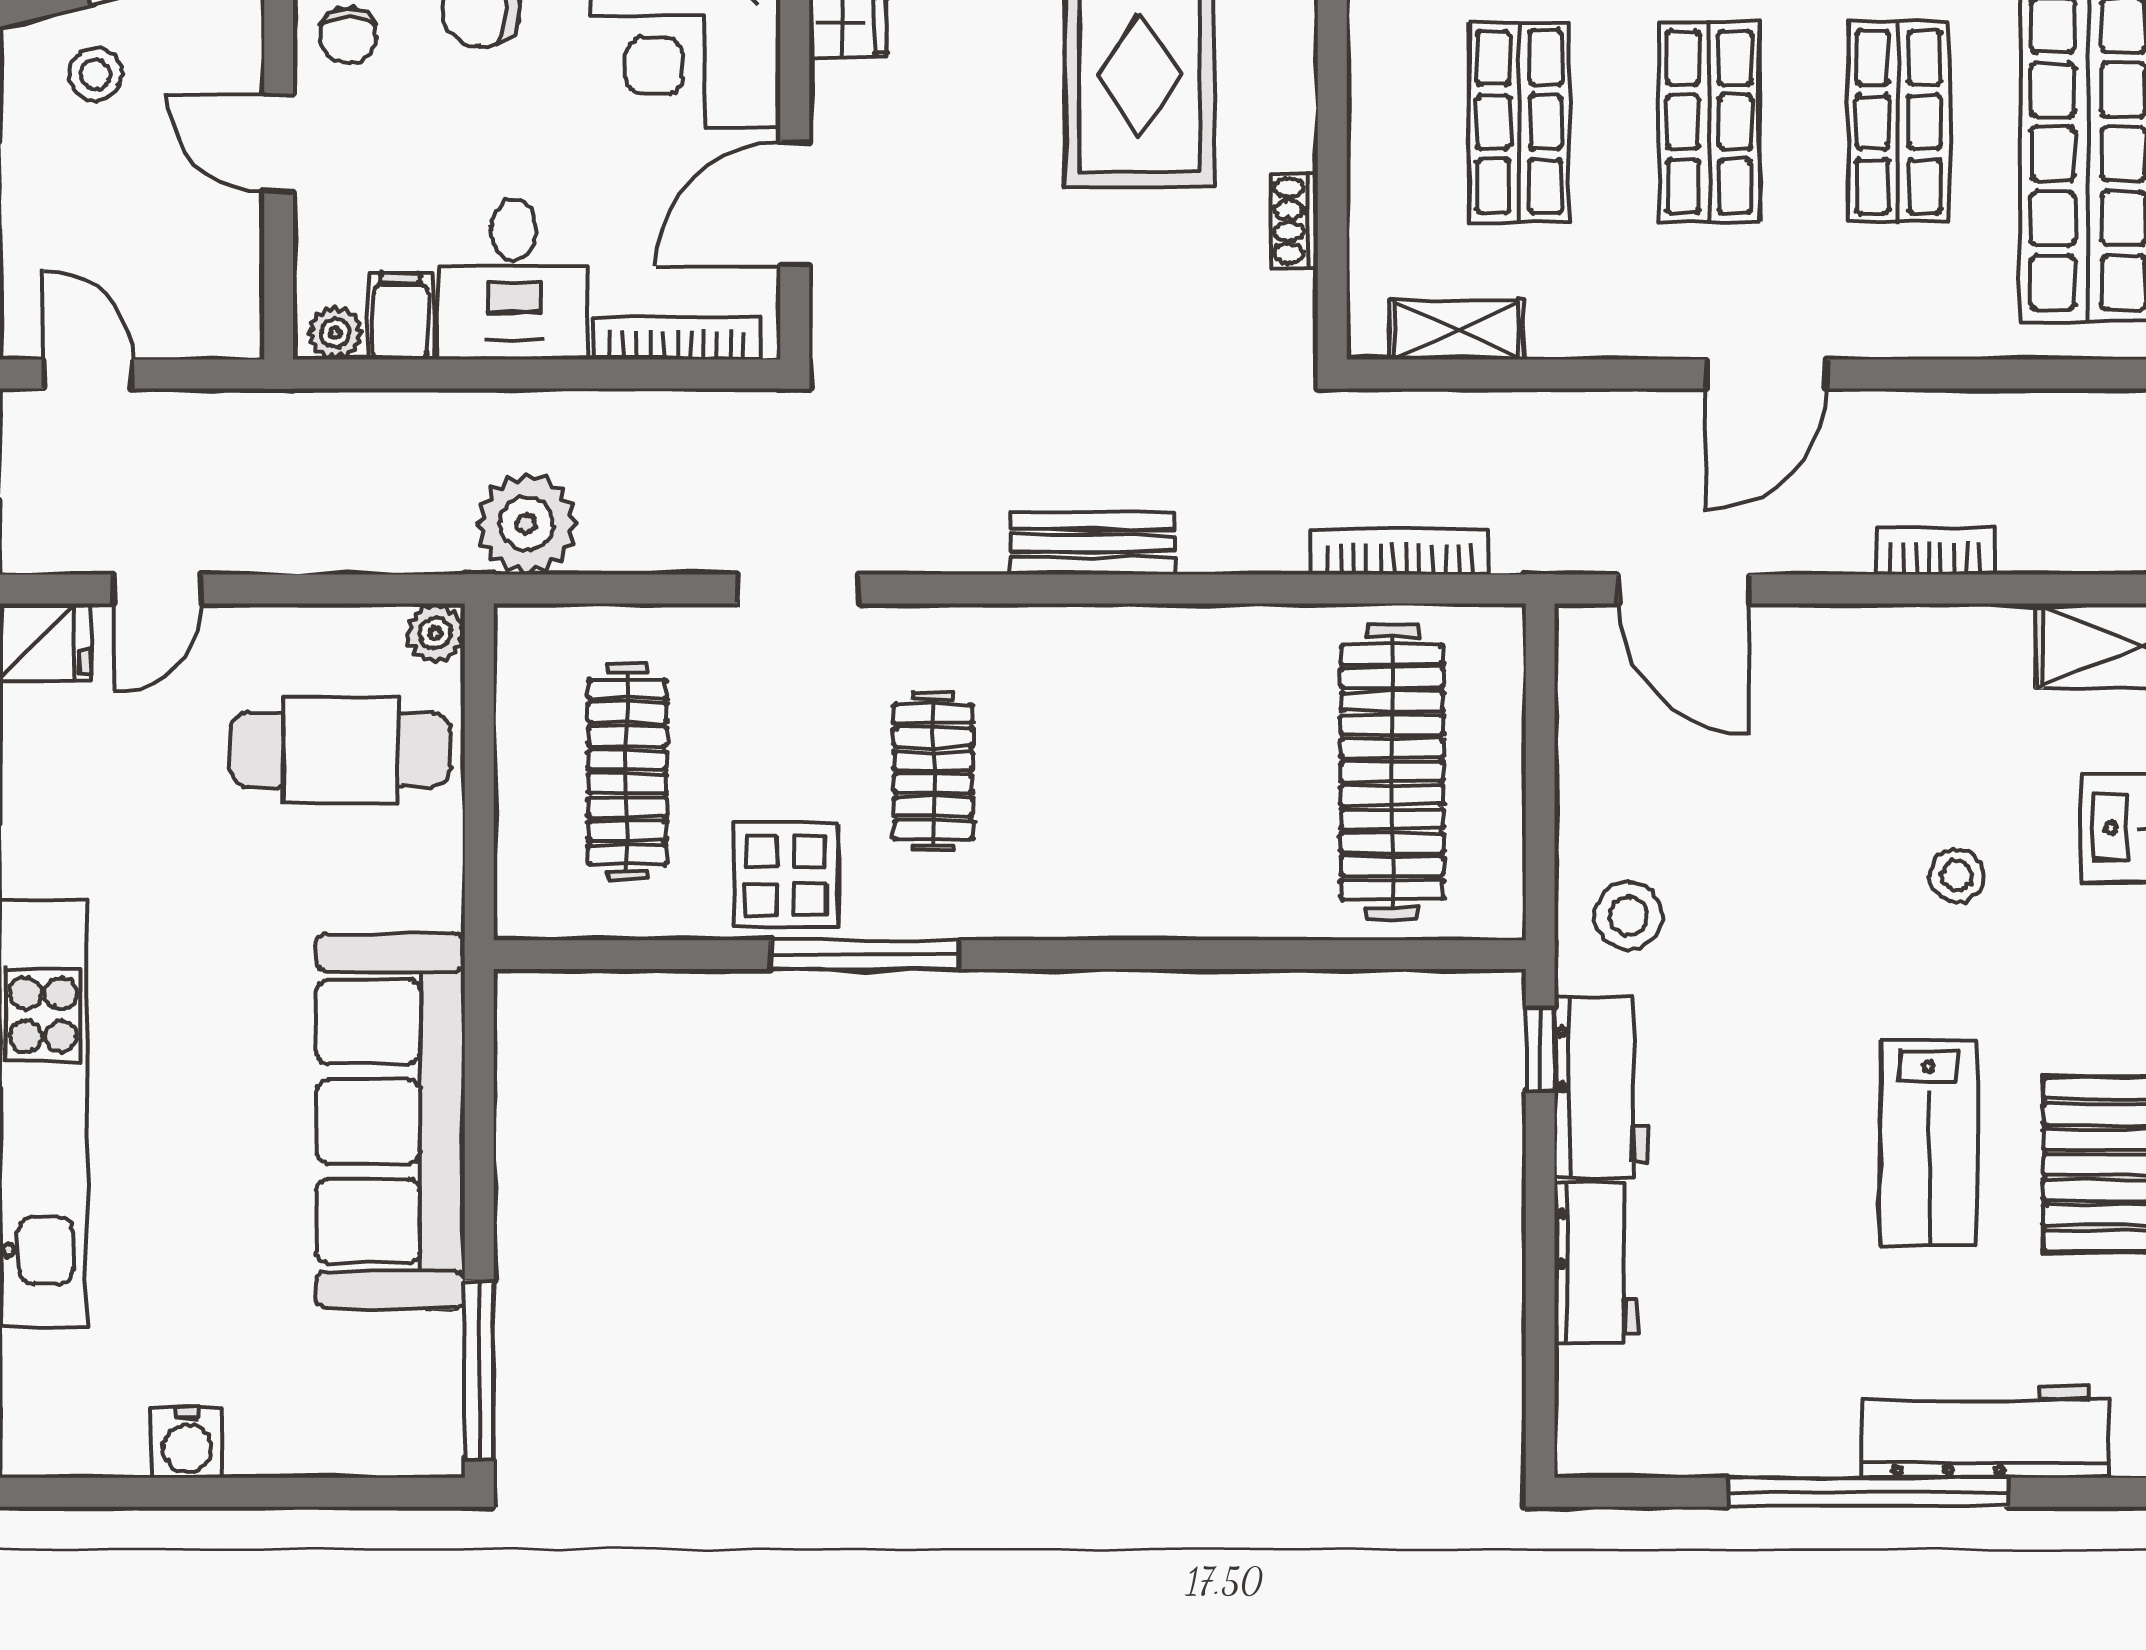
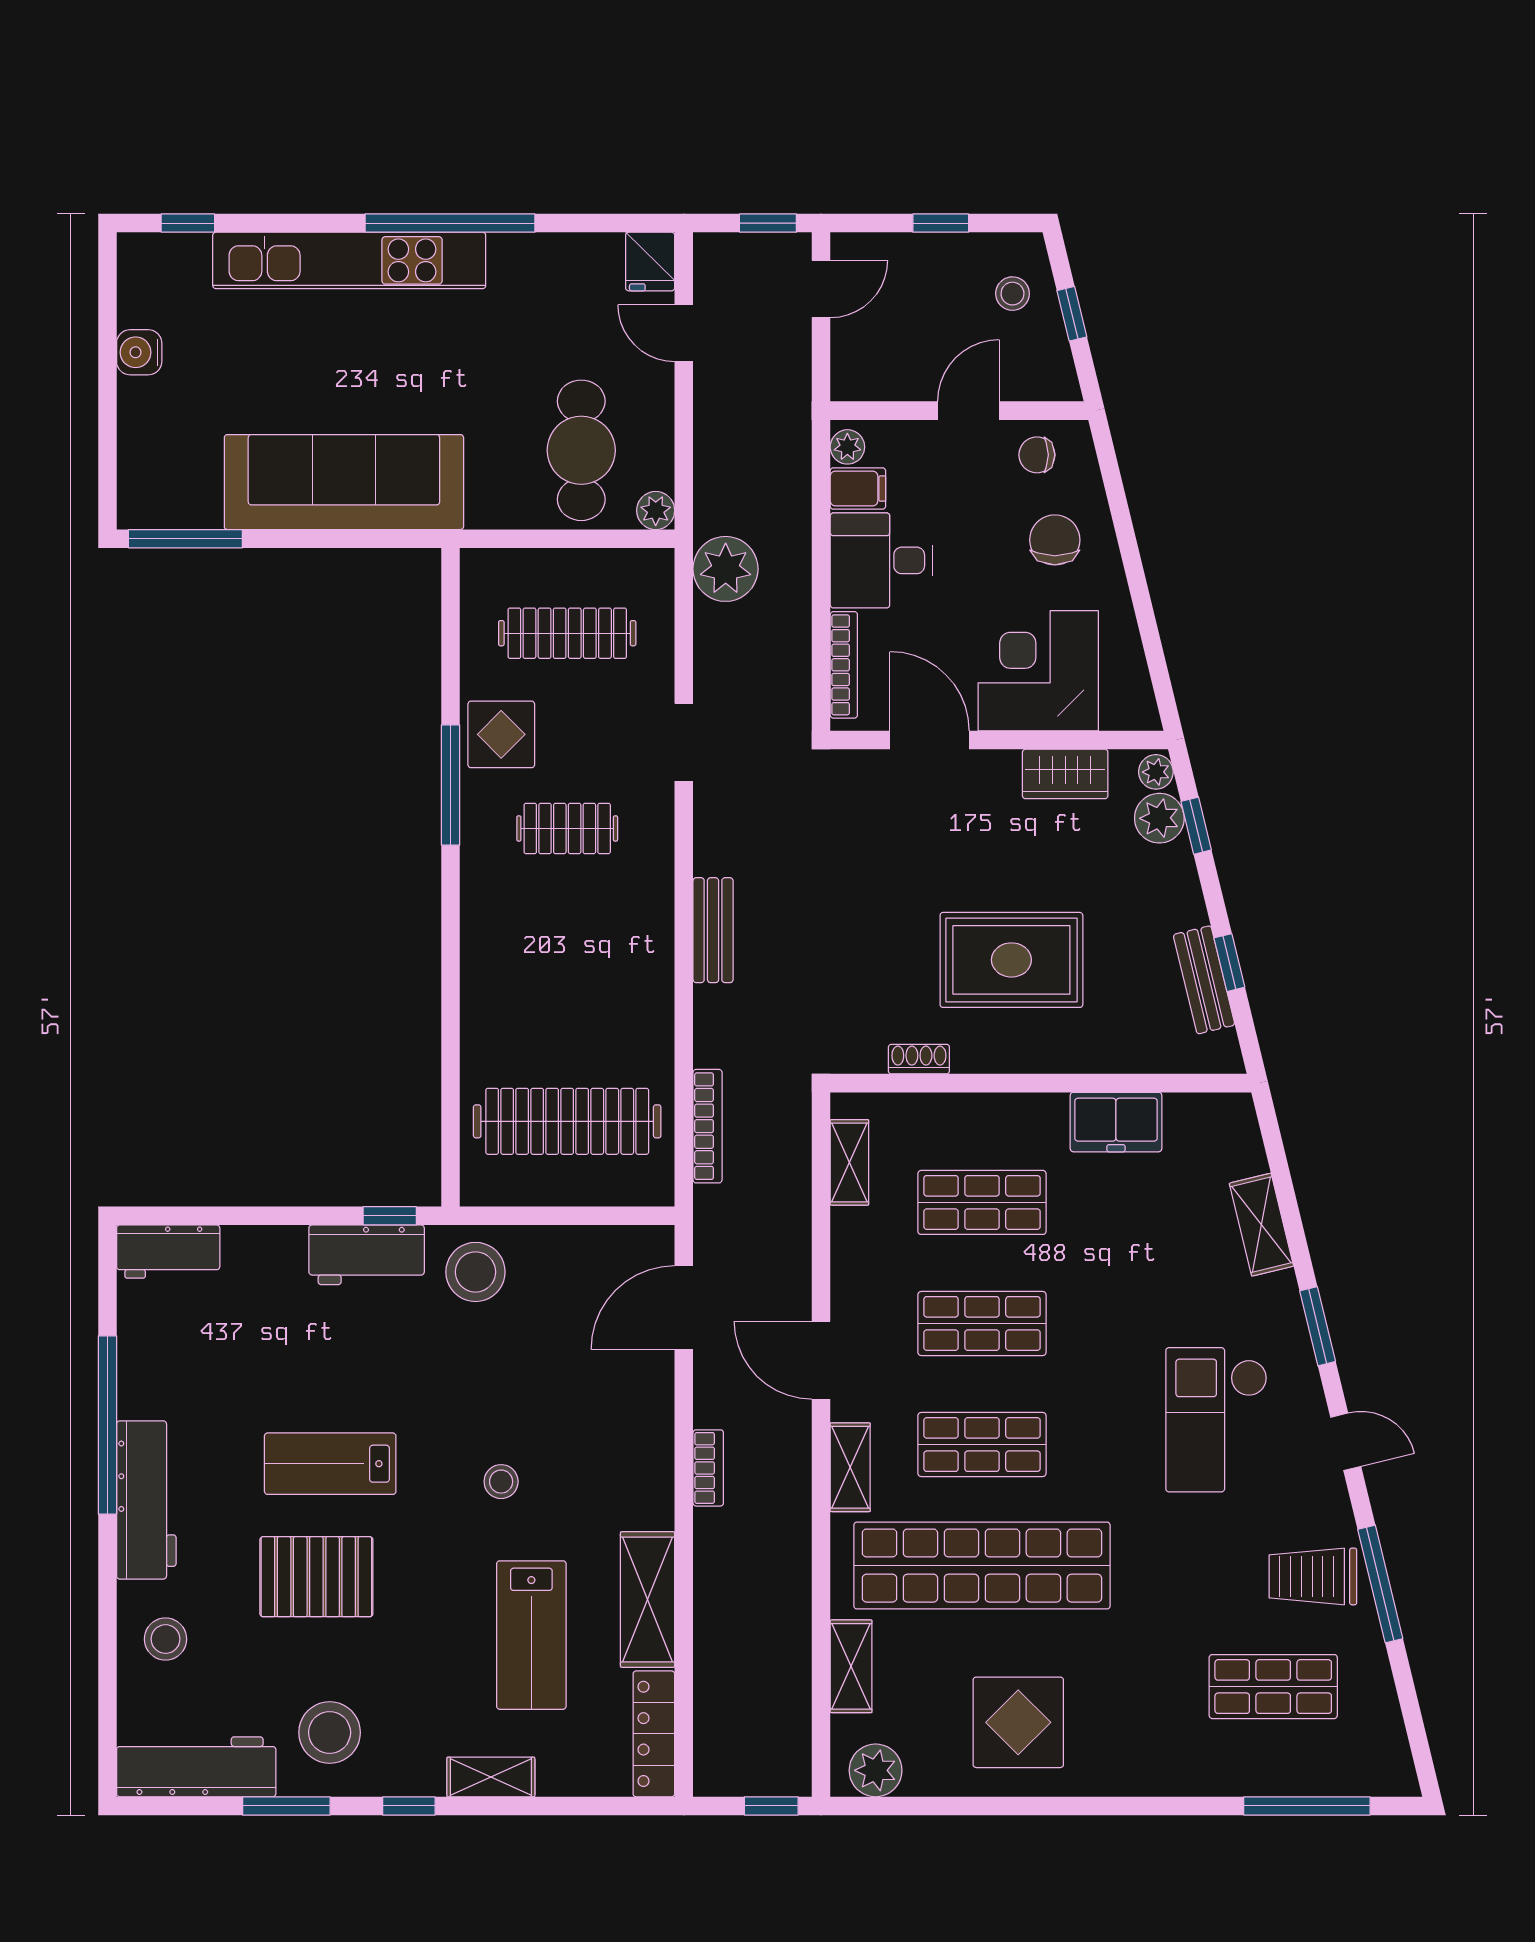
shelving: (1934, 328) -> (850, 1467), added
stool: (1628, 916) -> (475, 1272), width x1.38, depth x1.38
workbench: (1596, 1263) -> (168, 1252), moved

